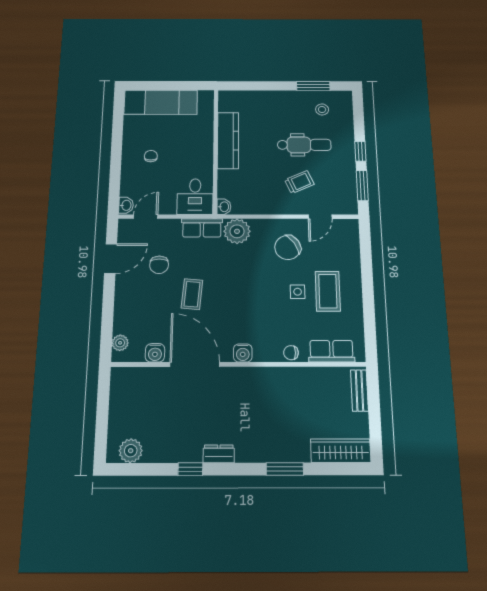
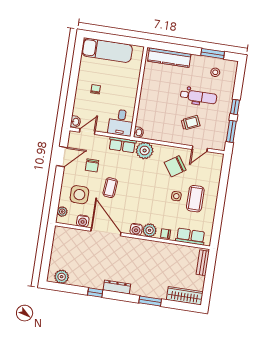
kitchen counter: (228, 140) -> (169, 58), moved, turned 90
side table: (145, 312) -> (79, 195), added
plant: (264, 351) -> (150, 230), added
dresser: (219, 454) -> (117, 287), width x1.44

